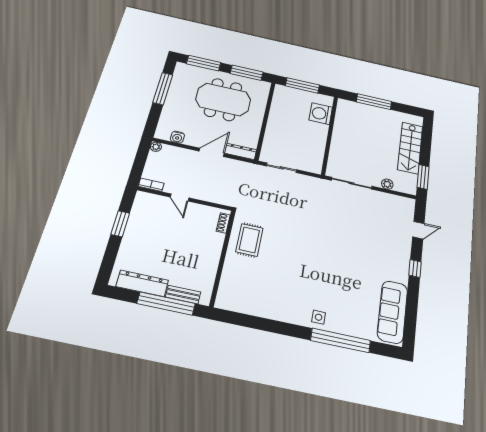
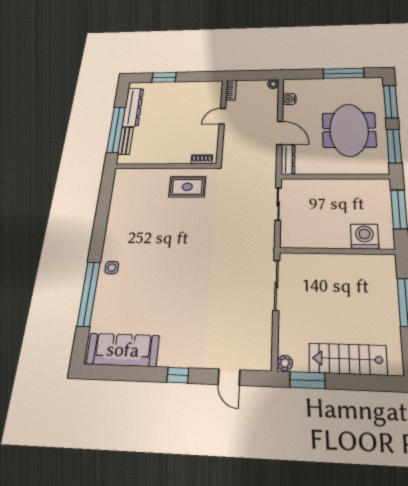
plant: (387, 184) -> (285, 363), moved
window: (120, 224) -> (164, 77), moved

